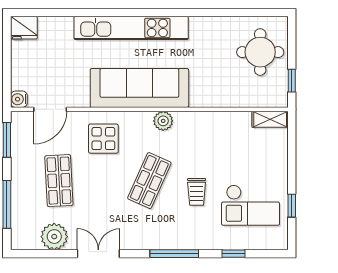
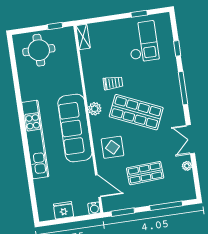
fridge: (24, 28) -> (64, 210), moved, turned -90
shop shelf: (149, 181) -> (136, 112), width x1.43, depth x1.36
trolley: (197, 192) -> (113, 83), moved
plant: (54, 237) -> (187, 166), width x0.53, depth x0.53

